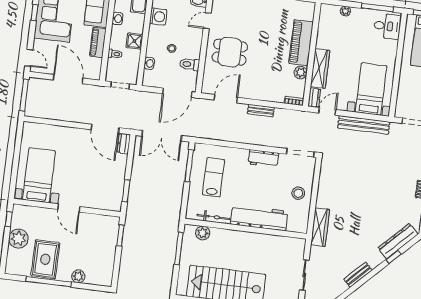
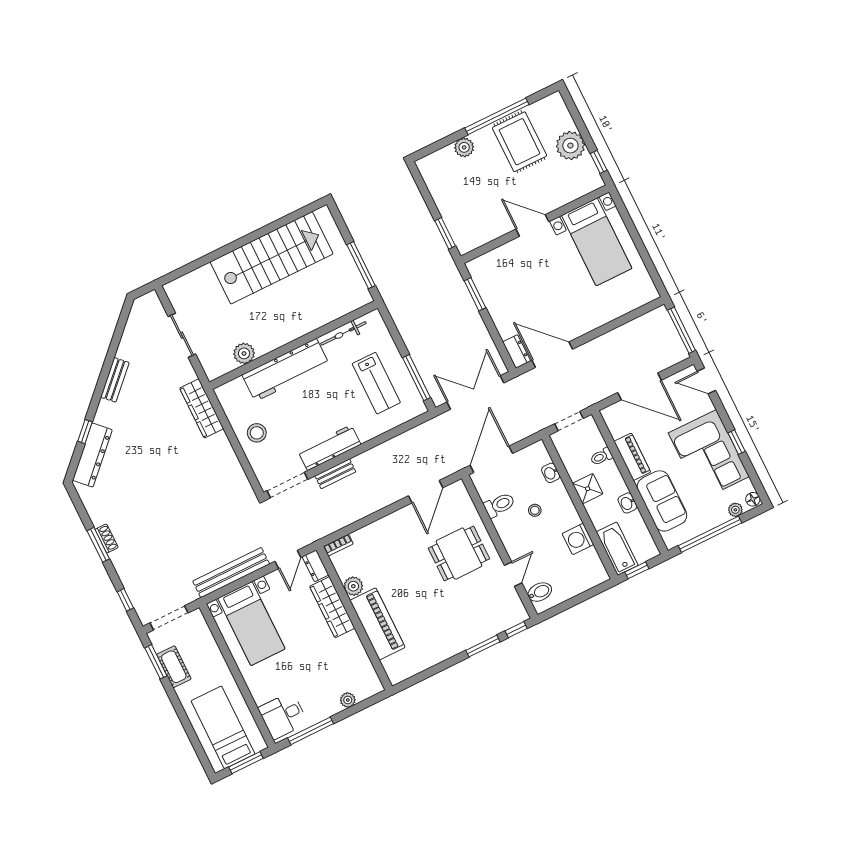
bench: (261, 111) -> (335, 474), moved
workbench: (263, 158) -> (329, 448), width x1.38
plant: (203, 233) -> (244, 353), moved

